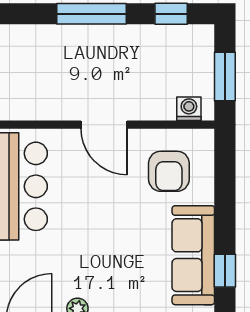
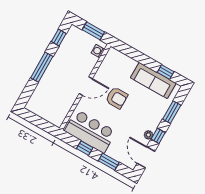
armchair: (169, 171) -> (117, 98), moved

